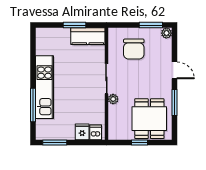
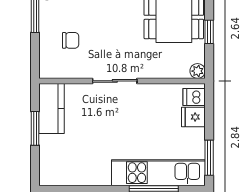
chair: (134, 49) -> (71, 40), width x0.54, depth x0.54
kitchen unit: (45, 87) -> (158, 173), moved
plant: (113, 99) -> (198, 71), moved

